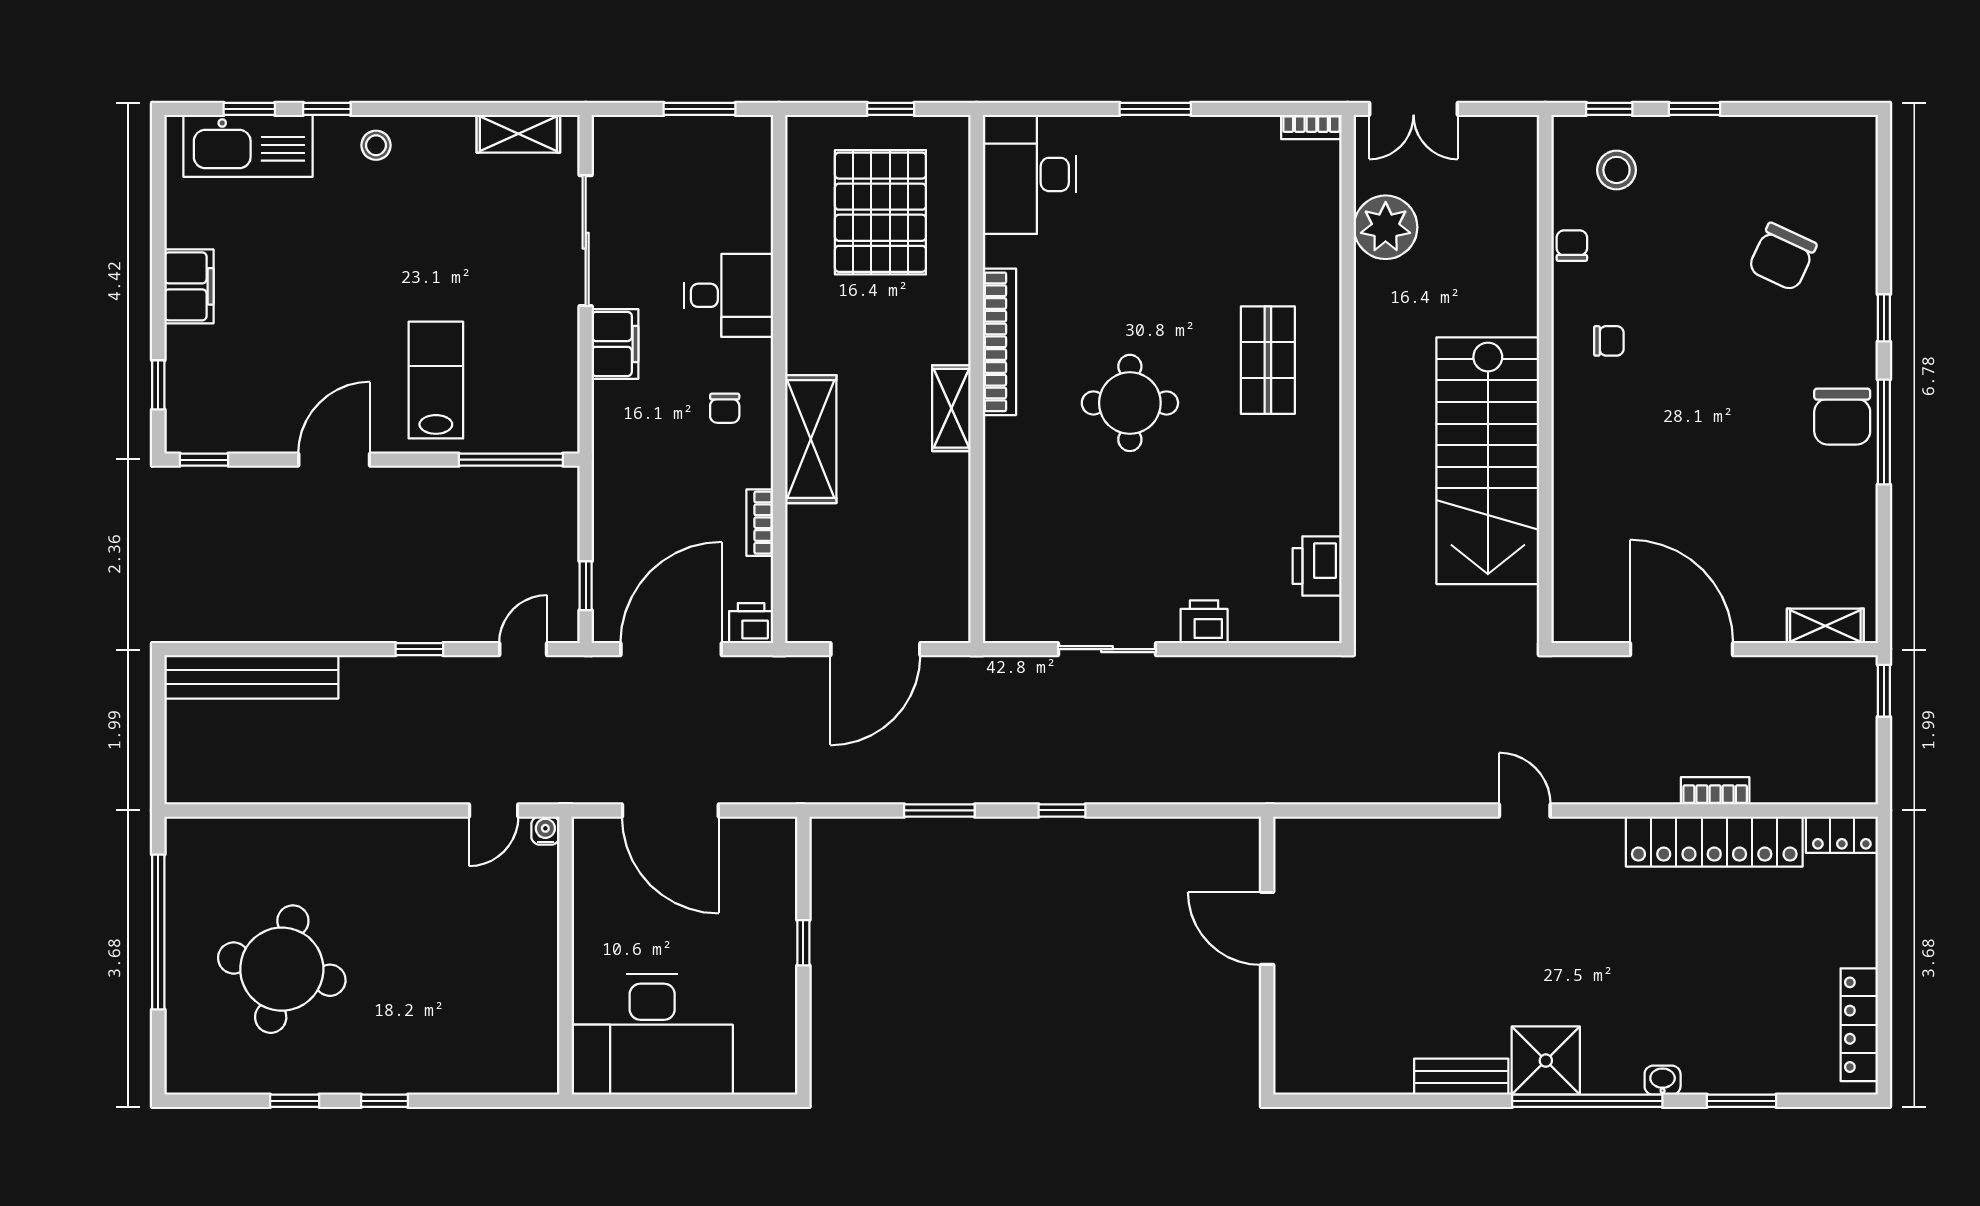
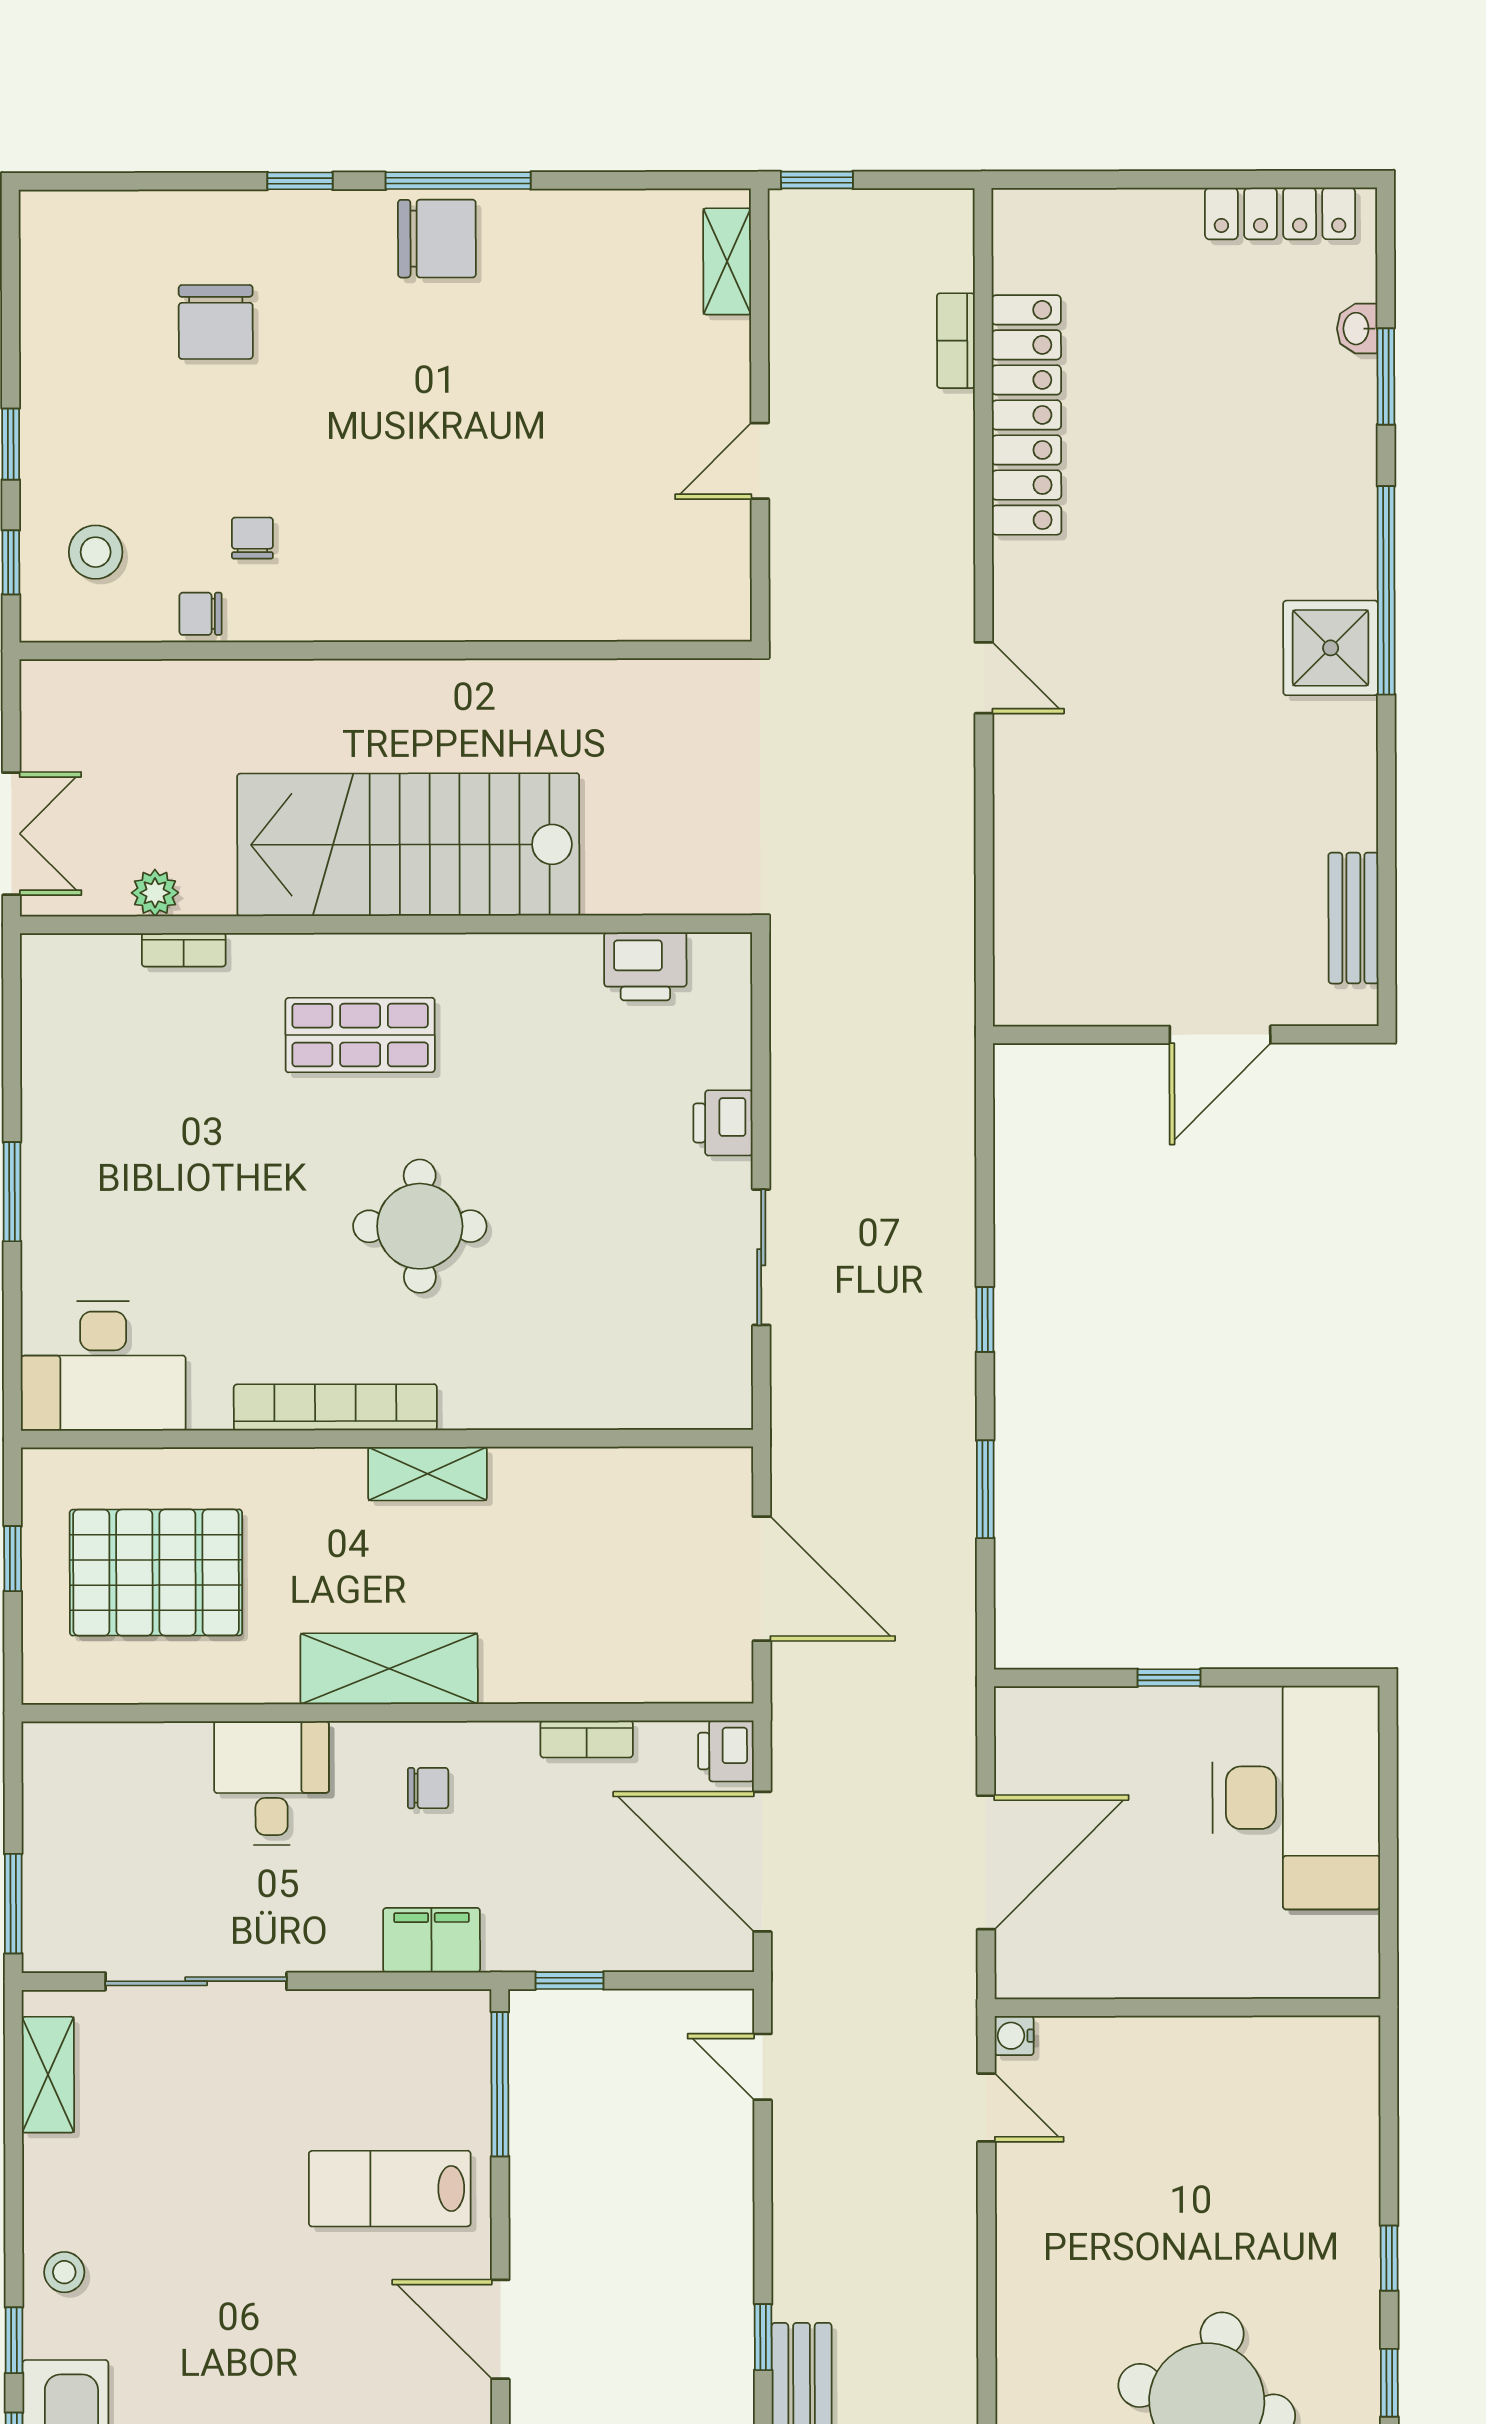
window: (699, 109) -> (13, 1904), moved
bookcase: (1311, 127) -> (184, 950), moved, turned 90
plant: (1386, 227) -> (155, 893), width x0.53, depth x0.53
chair: (1782, 257) -> (216, 322), turned 65
chair: (1609, 341) -> (252, 538), moved
filing cabinet: (615, 344) -> (432, 1940), moved
shelving: (811, 439) -> (389, 1669), moved
stairs: (1488, 461) -> (408, 845), moved, turned 180
window: (586, 586) -> (570, 1981), moved
window: (419, 649) -> (763, 2337), moved
door: (1682, 649) -> (760, 461), width x0.53
bookcase: (1715, 791) -> (956, 341), moved
door: (1525, 810) -> (984, 678), swing flipped
locker: (1842, 835) -> (1017, 238), removed
door: (1267, 928) -> (1220, 1035), moved
desk: (652, 1034) -> (1296, 1798), moved
bench: (1461, 1077) -> (1353, 918), moved
washbasin: (1663, 1080) -> (1357, 329), moved

